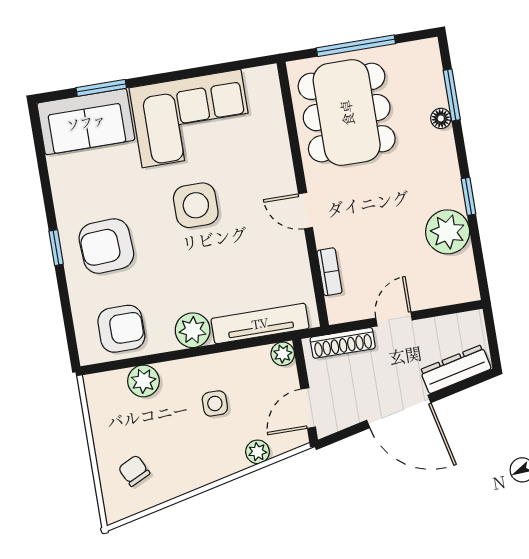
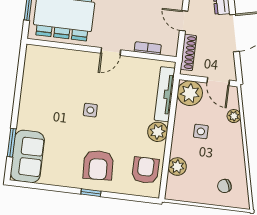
corner sofa: (191, 119) -> (43, 99), removed
side table: (196, 205) -> (90, 110), width x0.54, depth x0.54
plant: (283, 354) -> (190, 93), width x1.87, depth x1.87

